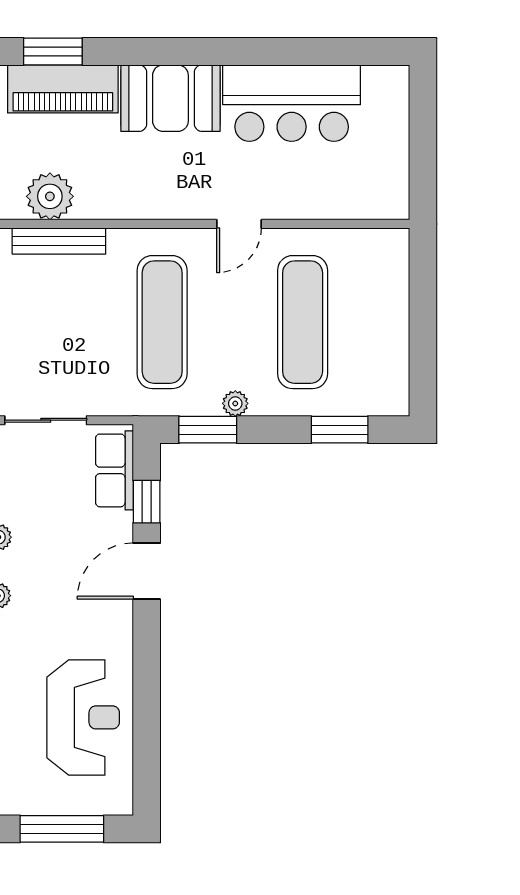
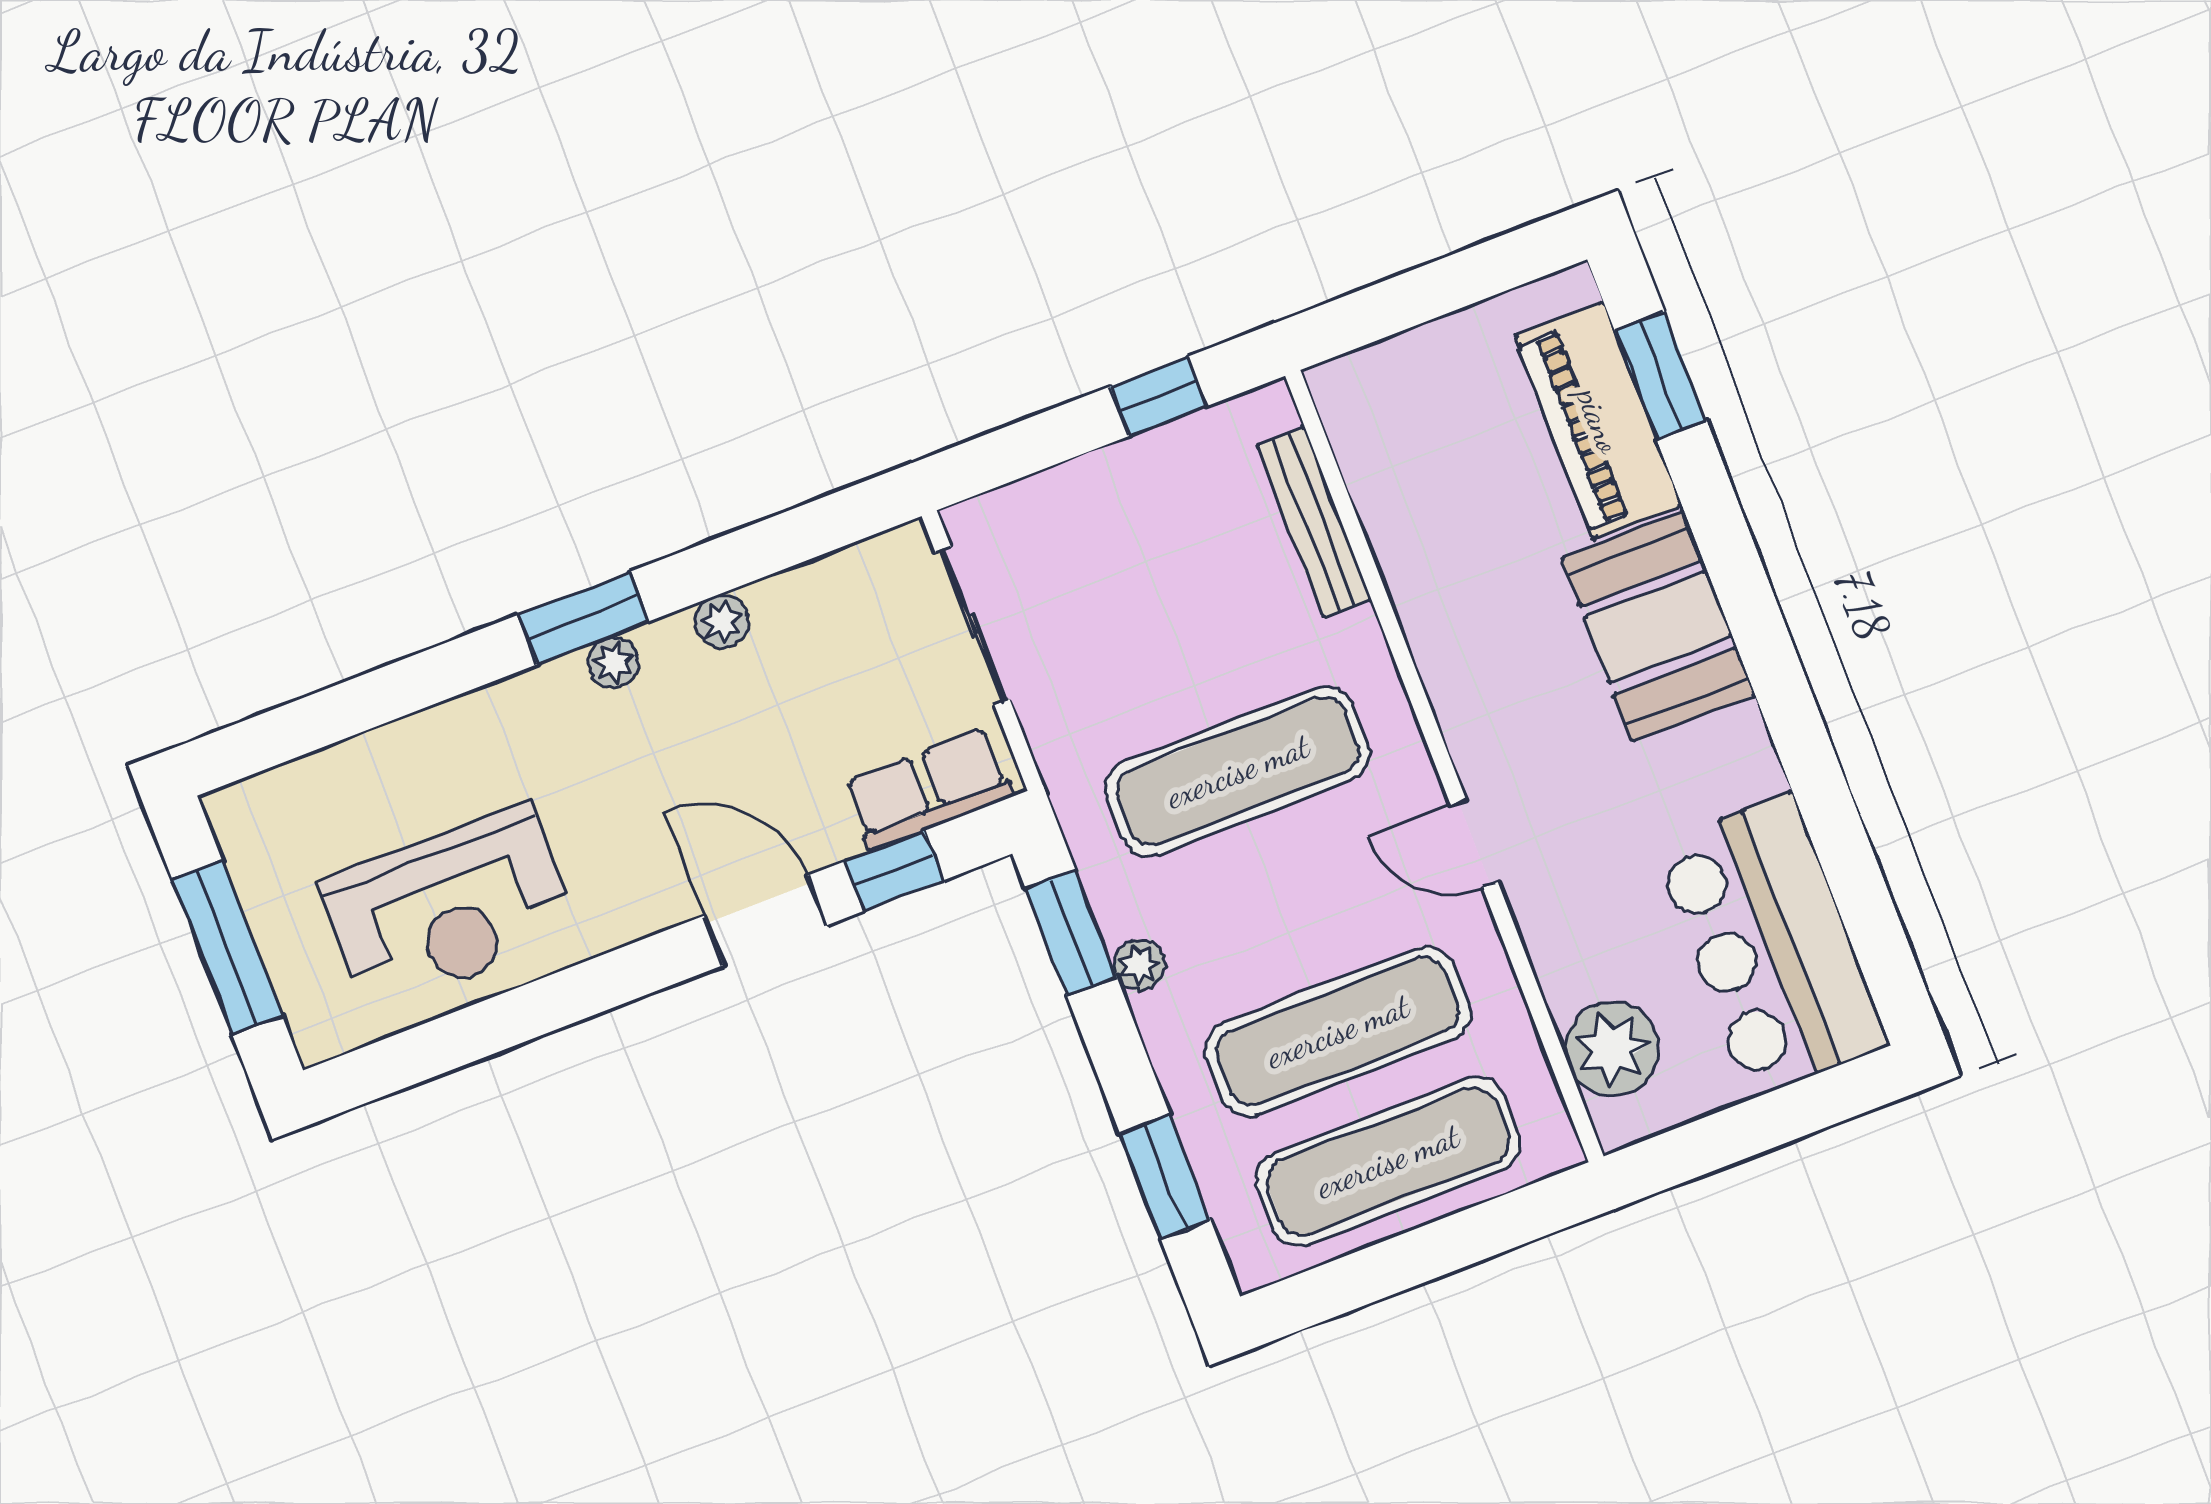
bar counter: (292, 103) -> (1771, 945), moved
plant: (50, 196) -> (1612, 1049), moved
exercise mat: (373, 322) -> (1388, 1161), added

